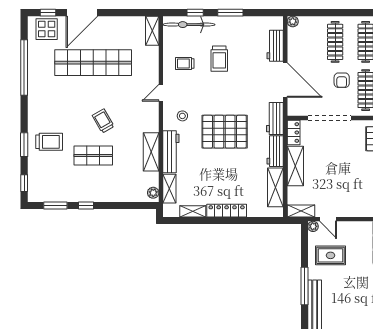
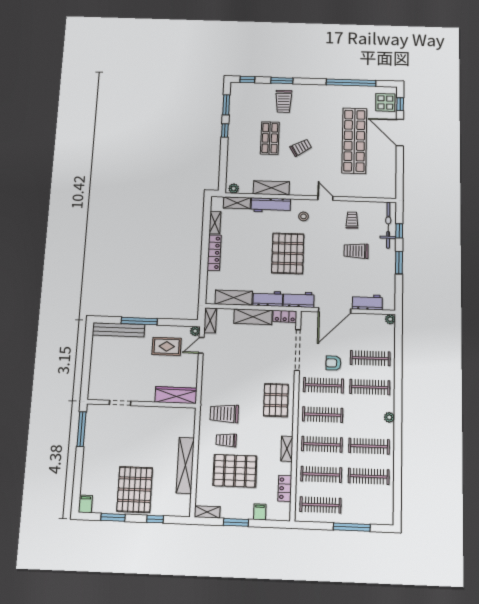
shelving: (152, 31) -> (383, 193), removed
rug: (331, 255) -> (167, 346), turned 90

